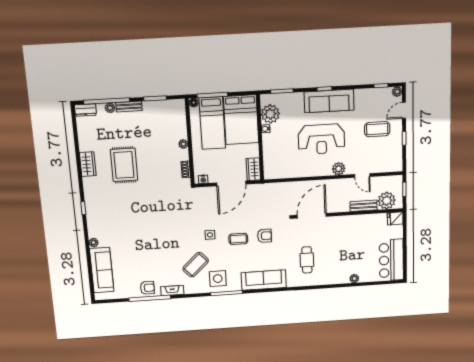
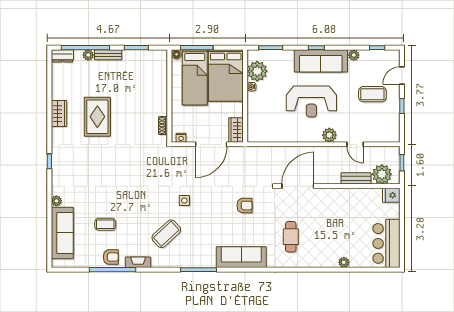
plant: (397, 92) -> (354, 55), moved
plant: (183, 144) -> (162, 98), removed
coffee table: (238, 239) -> (105, 224), moved
side table: (218, 279) -> (190, 252), removed

